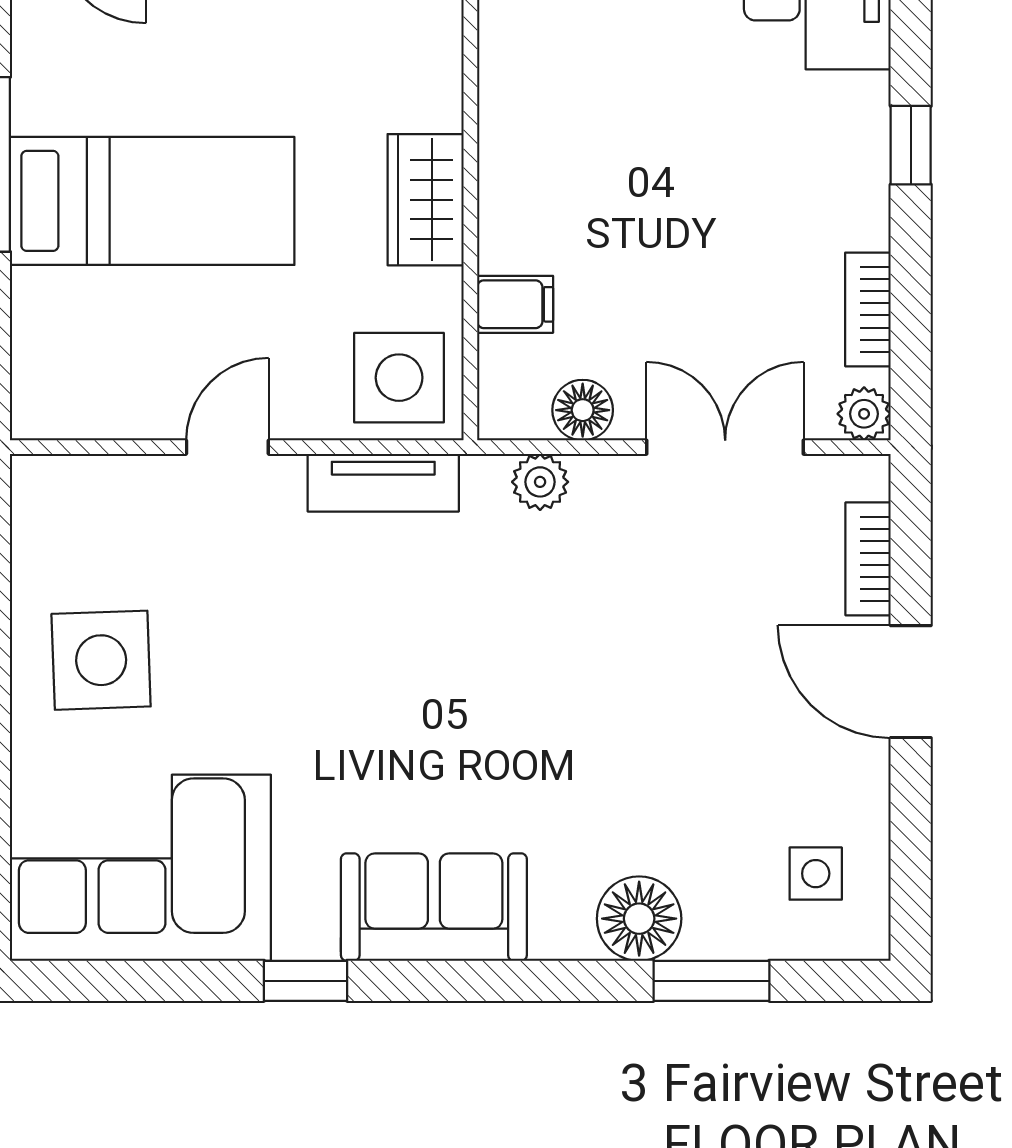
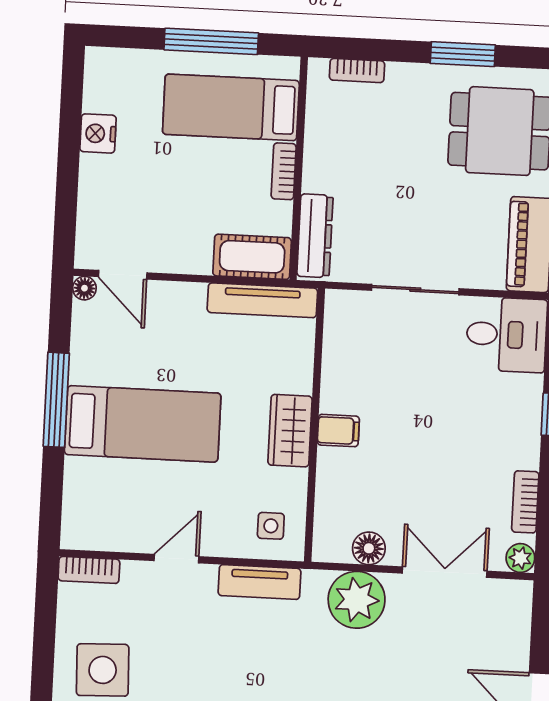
filing cabinet: (515, 304) -> (338, 431), moved
side table: (399, 378) -> (271, 526), width x0.54, depth x0.54
plant: (540, 482) -> (357, 600), width x1.88, depth x1.88
bookcase: (868, 559) -> (89, 570), moved, turned -90

